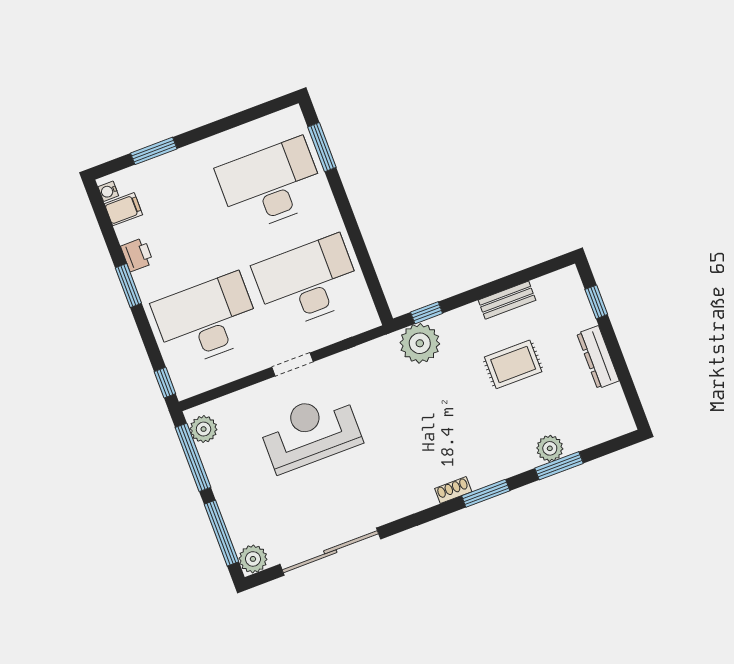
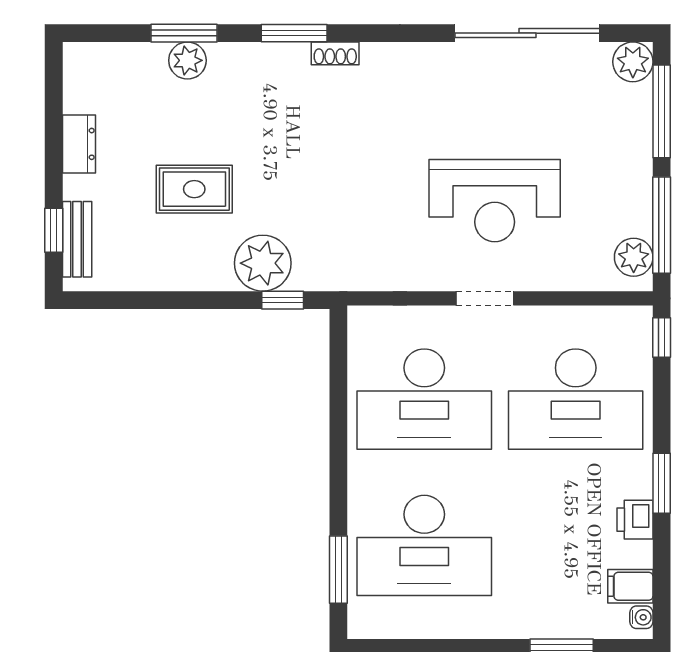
bench: (507, 300) -> (77, 239), moved, turned 90
plant: (420, 343) -> (263, 263), moved
dresser: (598, 357) -> (79, 144), width x0.70

